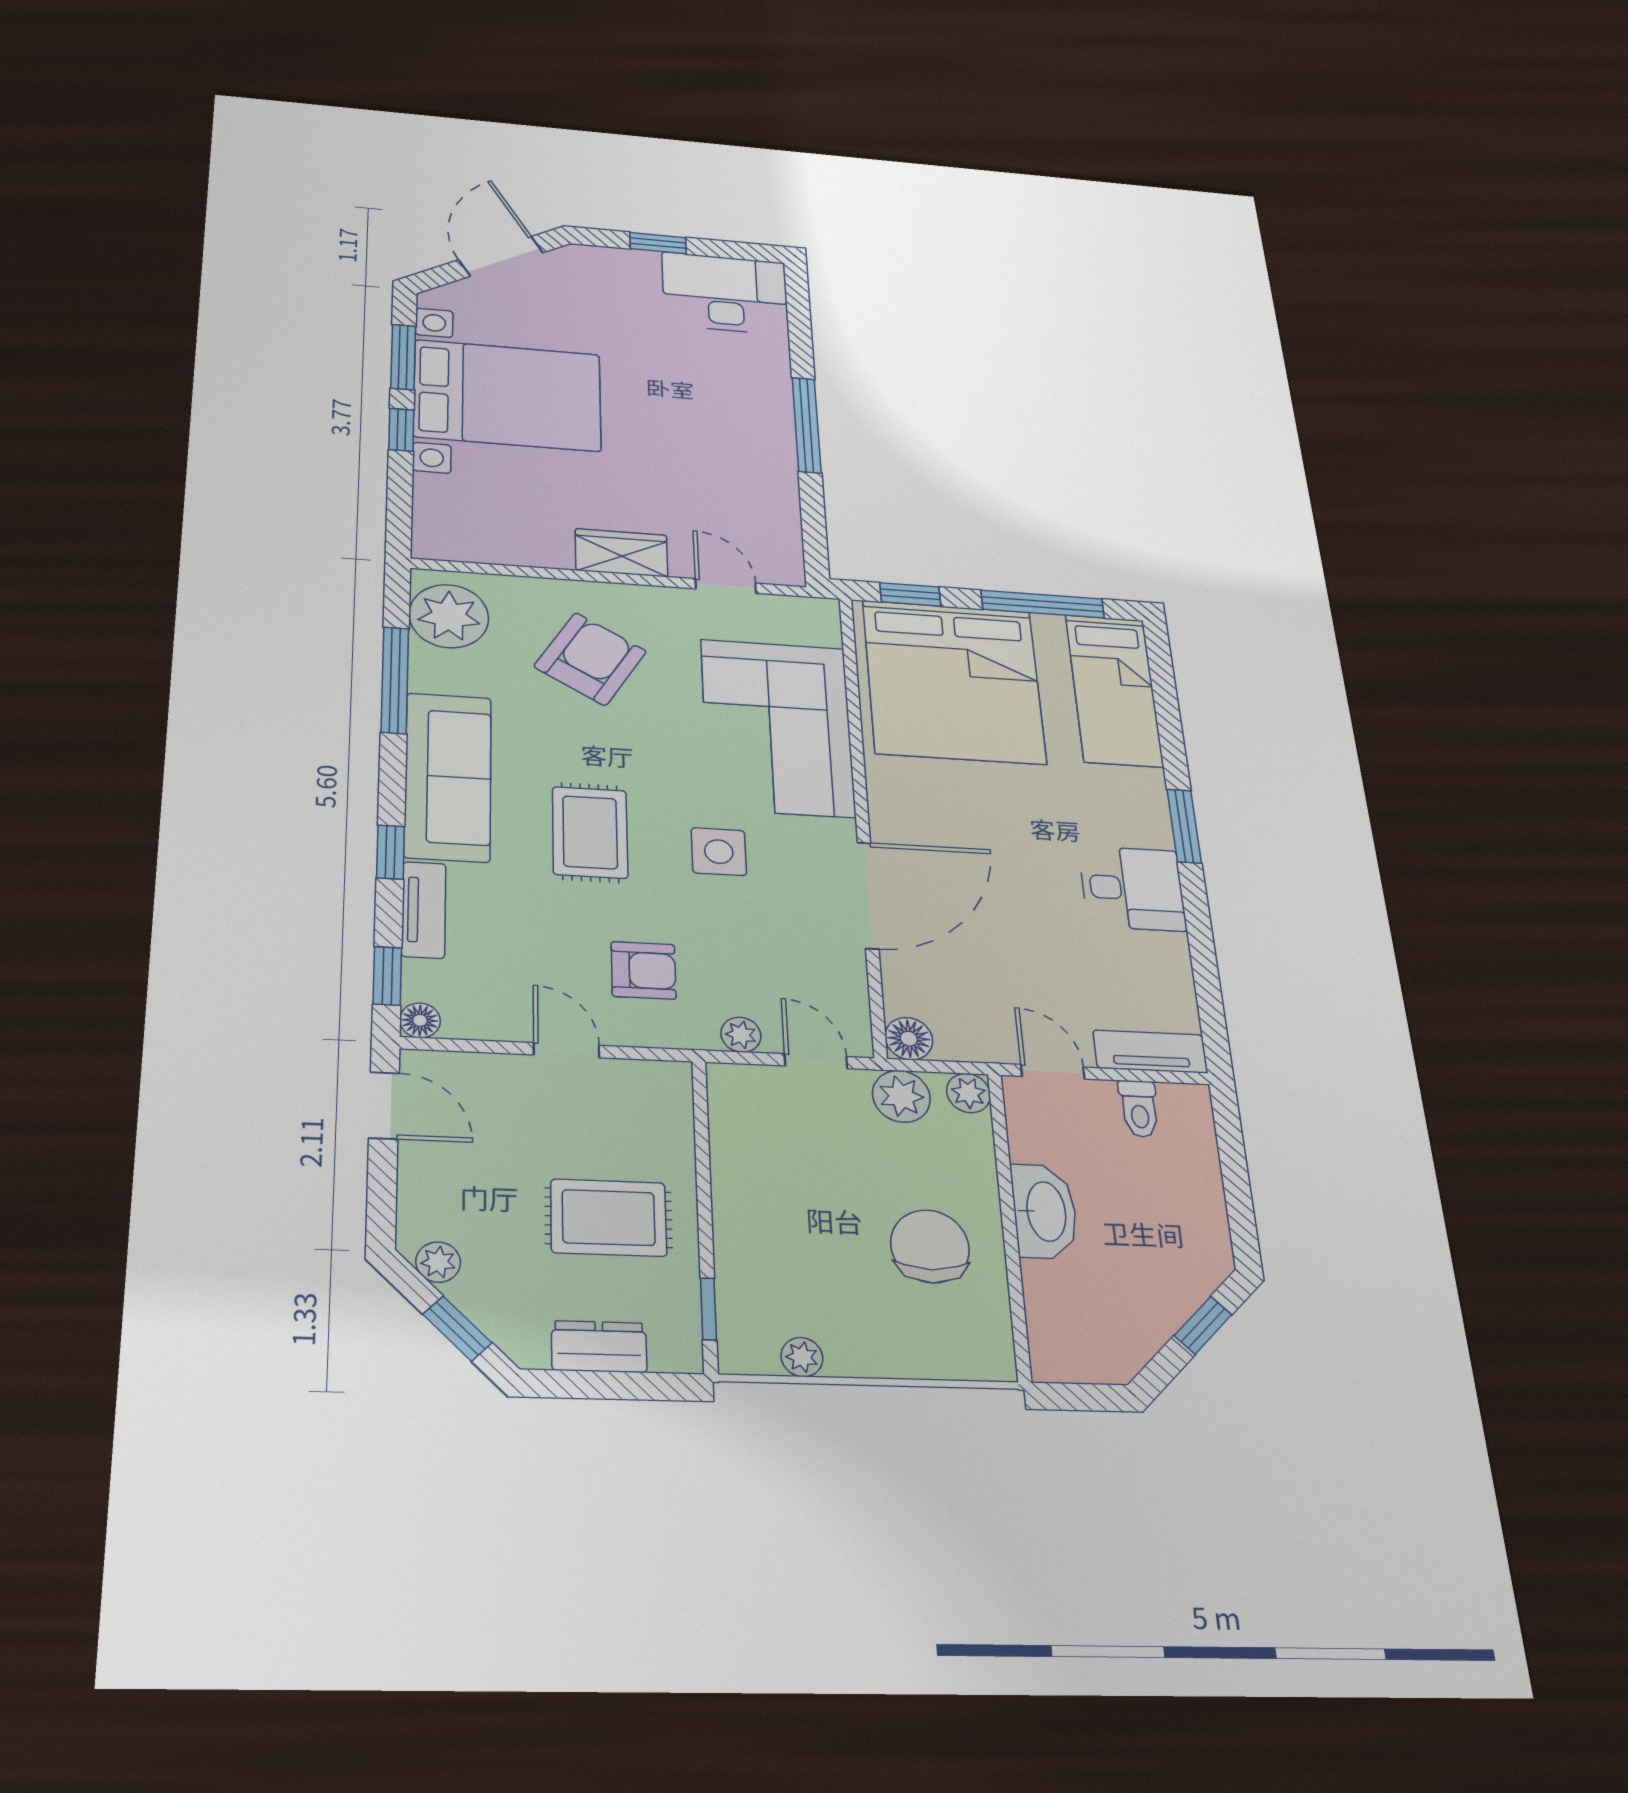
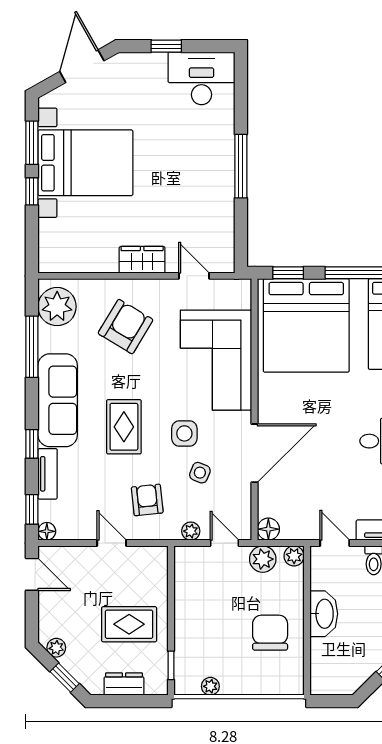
side table: (755, 925) -> (200, 473), added
armchair: (644, 970) -> (147, 500), turned -96

